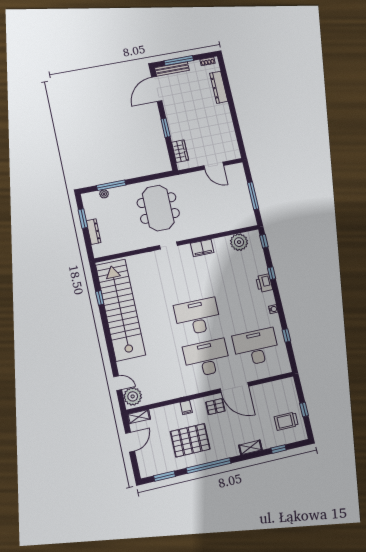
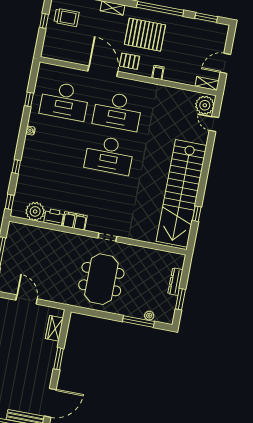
printer: (264, 283) -> (54, 217), moved, turned -90
pallet: (190, 440) -> (145, 35), moved

